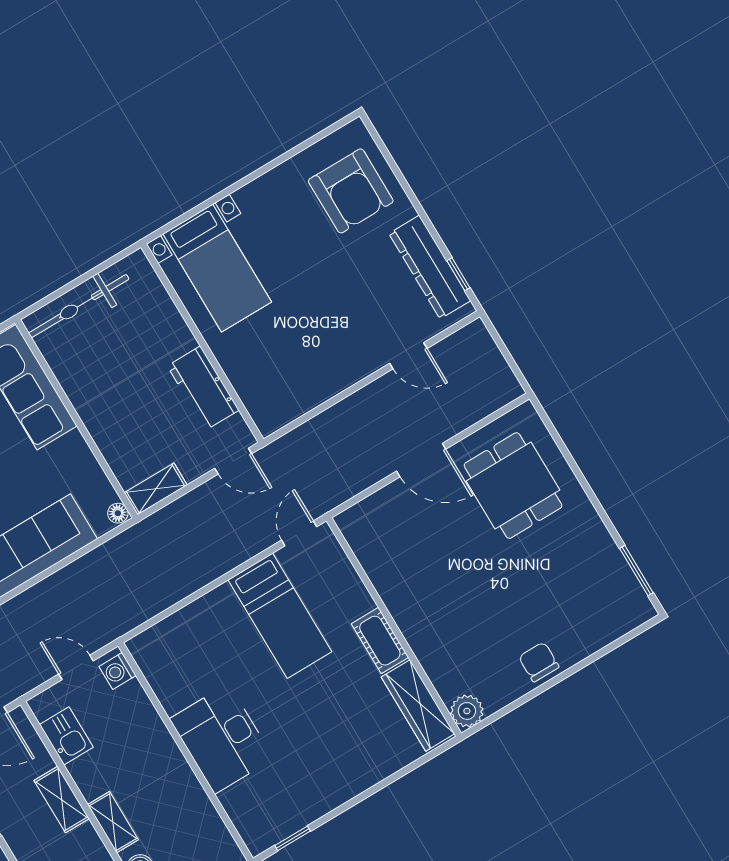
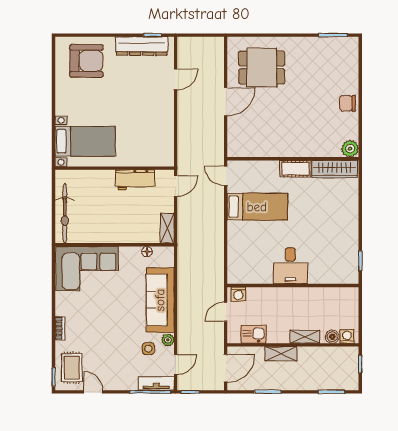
floor lamp: (118, 513) -> (147, 252), moved
desk: (222, 739) -> (290, 266), width x0.73

